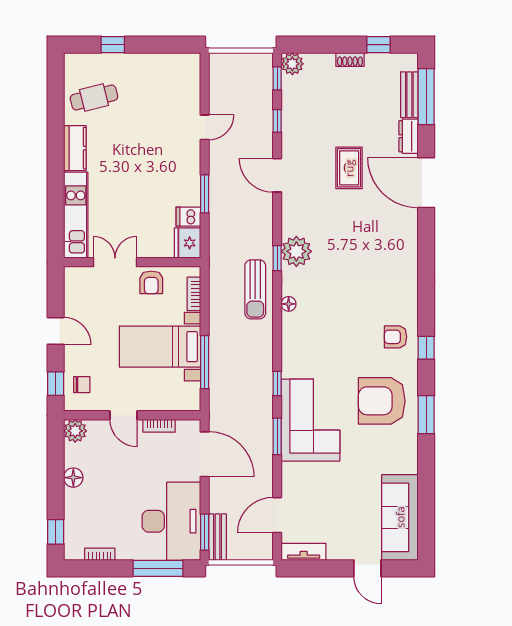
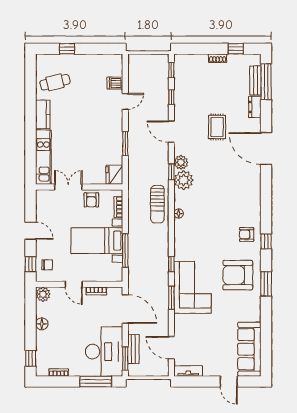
plant: (292, 64) -> (181, 162), moved
door: (426, 183) -> (266, 149), moved
dishwasher: (188, 217) -> (115, 83), moved
window: (277, 258) -> (171, 172), moved
door: (277, 515) -> (171, 348), hinge flipped
bench: (217, 537) -> (133, 349), moved

